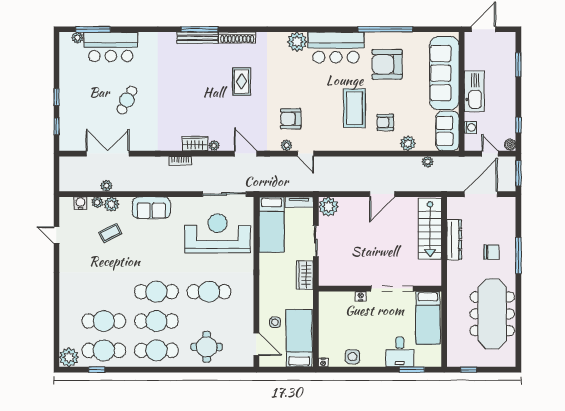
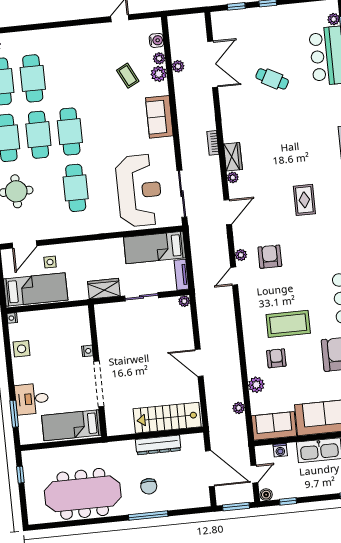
rug: (242, 82) -> (304, 200), turned 90
plant: (328, 207) -> (184, 301), width x0.53, depth x0.53

